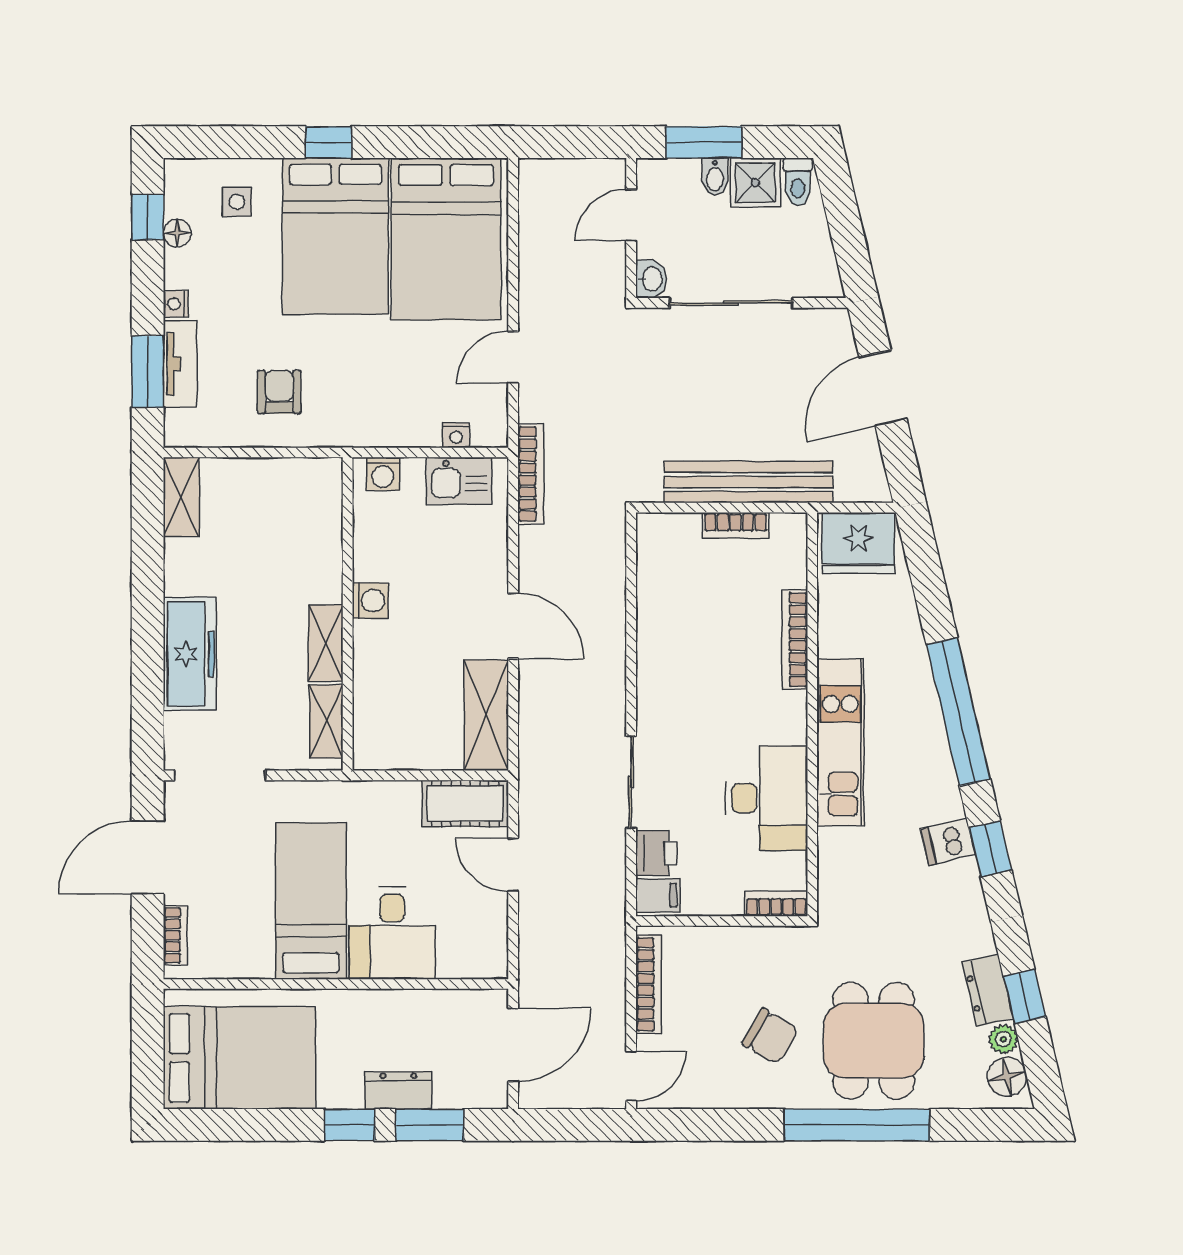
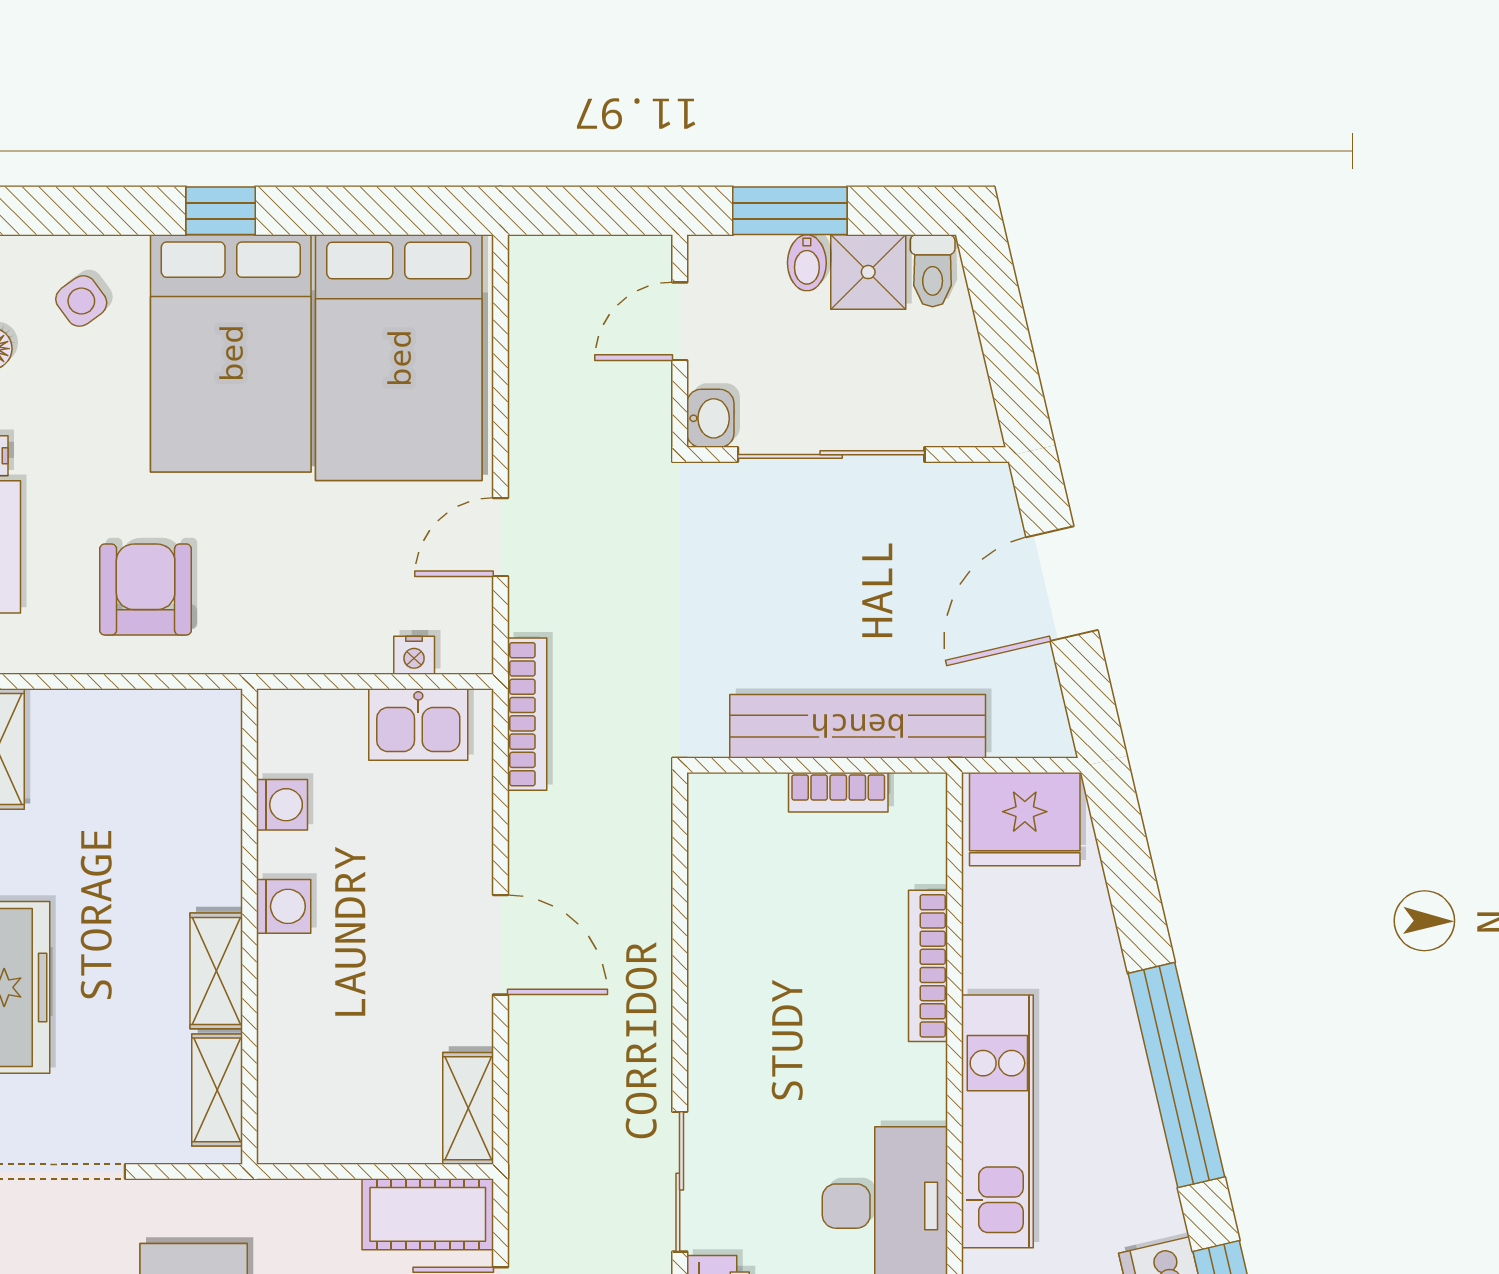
side table: (237, 202) -> (81, 301), turned -36
armchair: (279, 392) -> (146, 590), width x1.38, depth x1.38
washing machine: (383, 474) -> (282, 805), moved, turned -90
shelving: (486, 715) -> (468, 1108), width x0.67, depth x0.75

